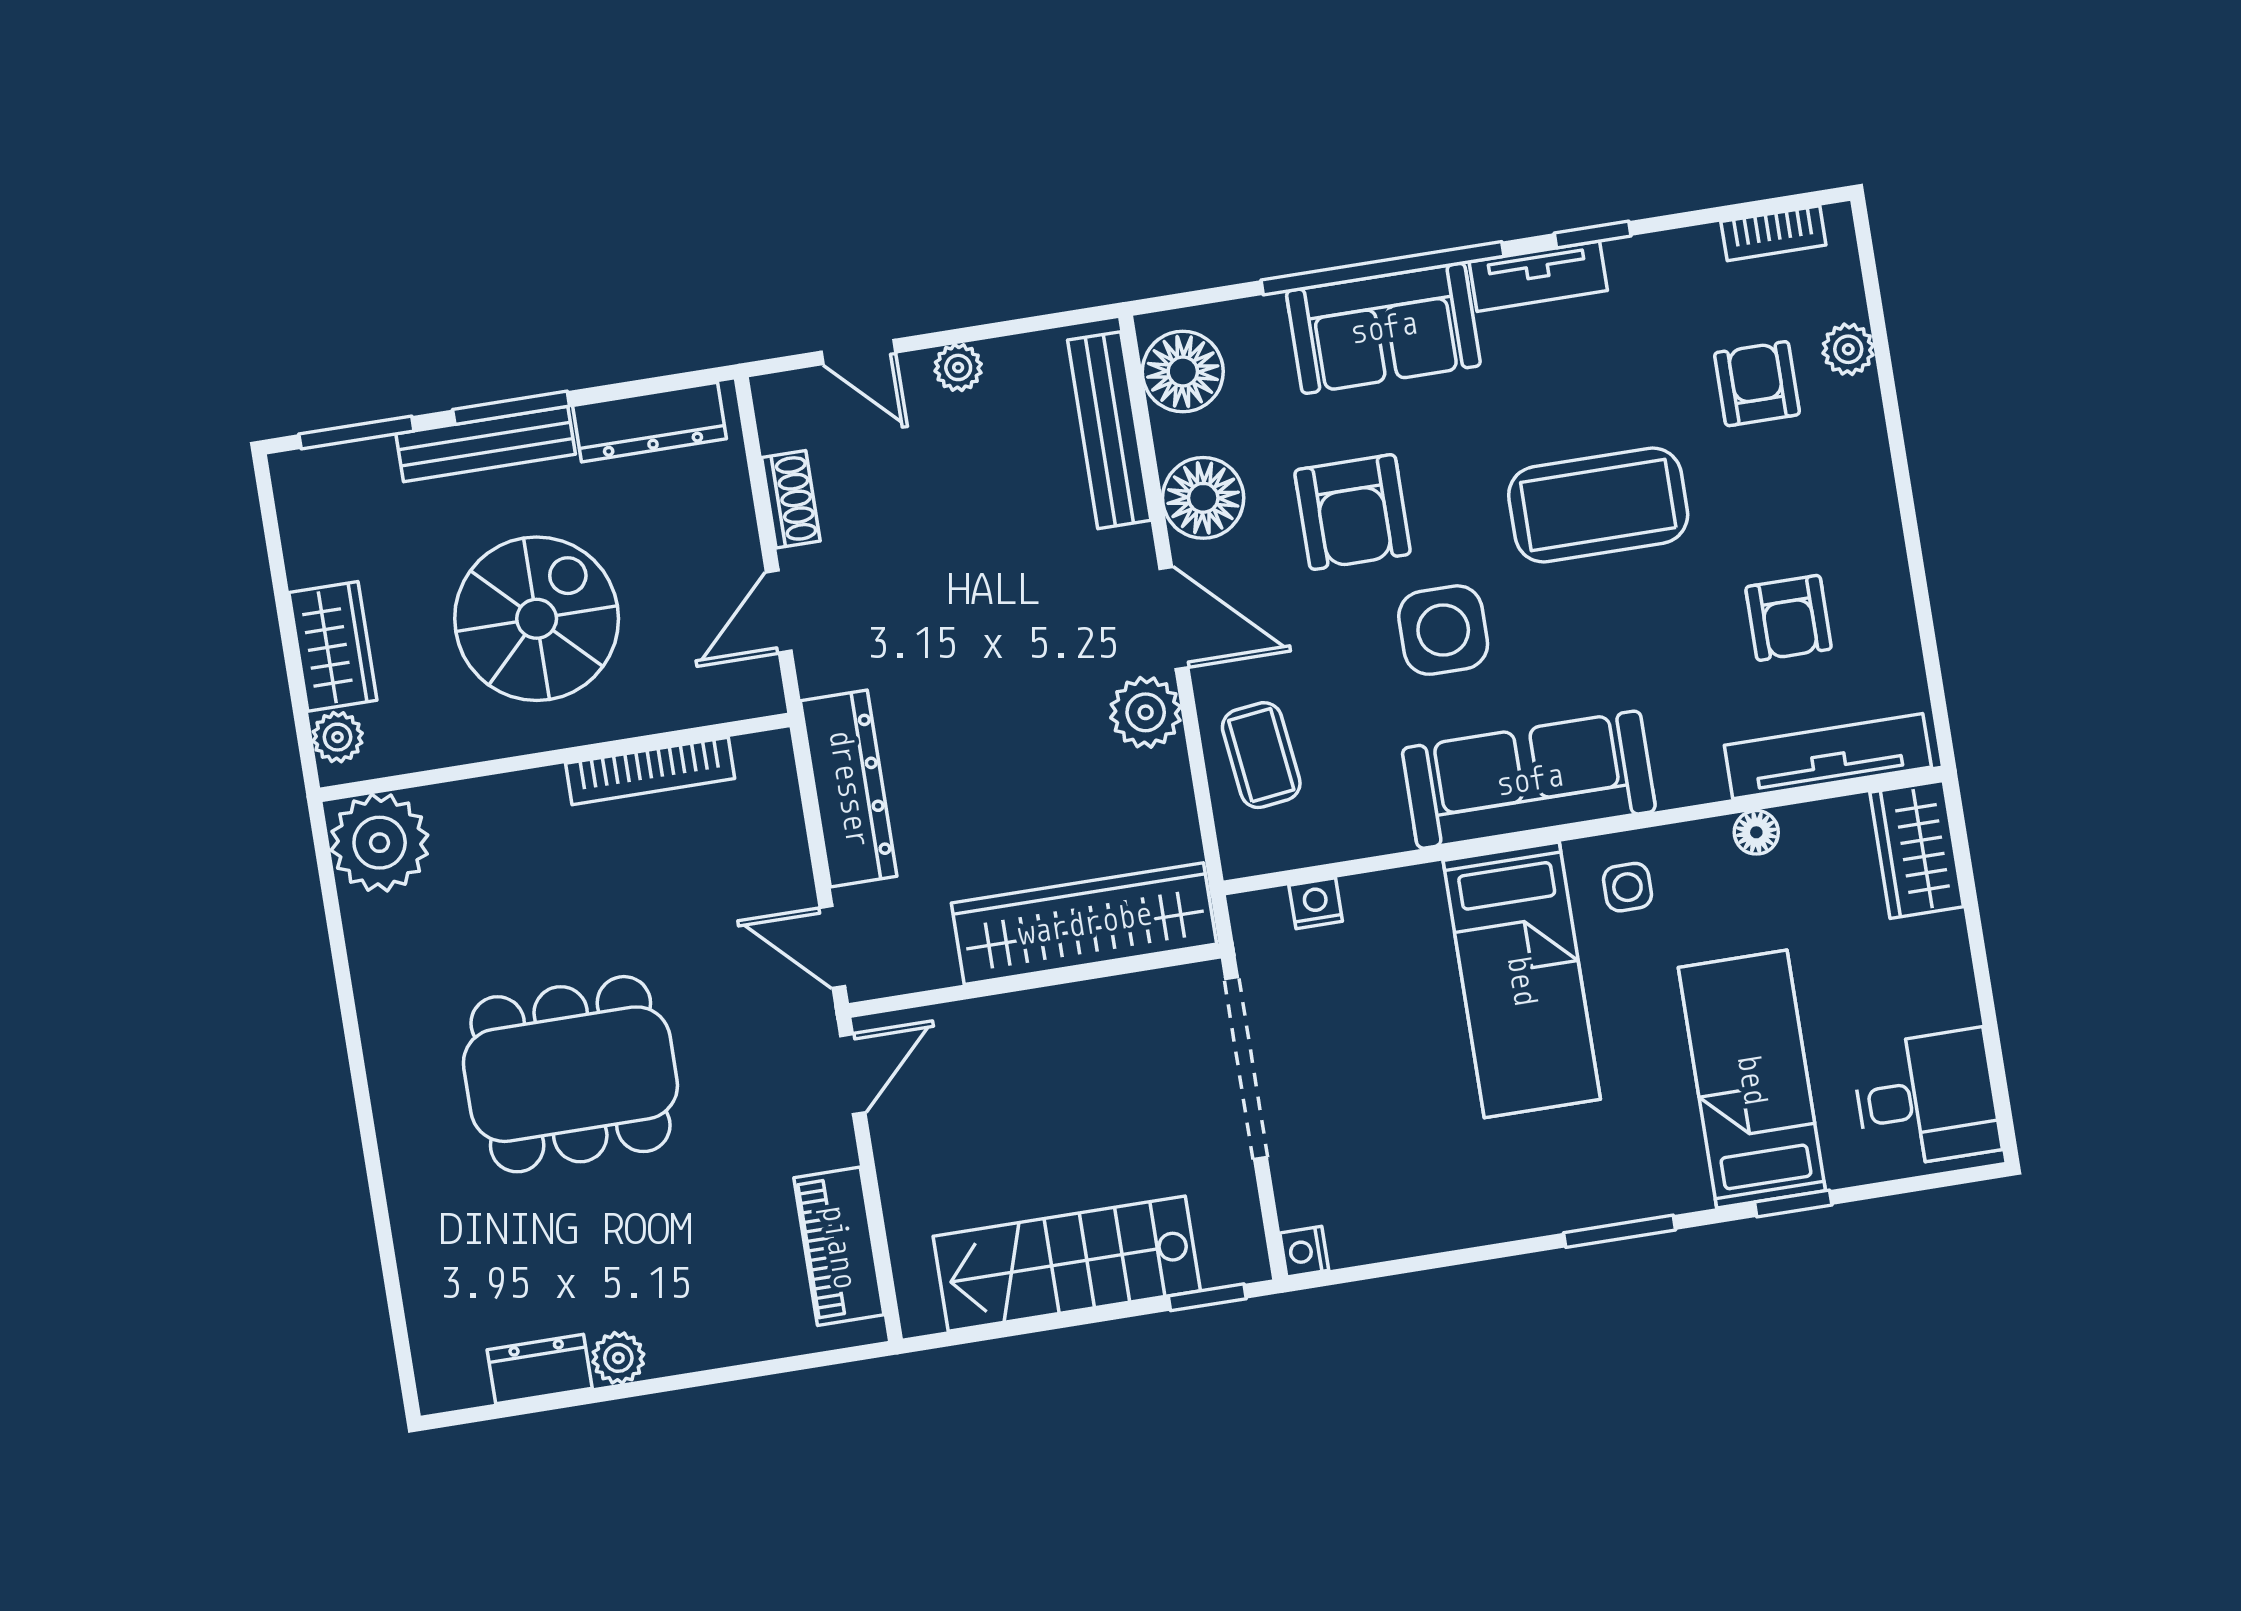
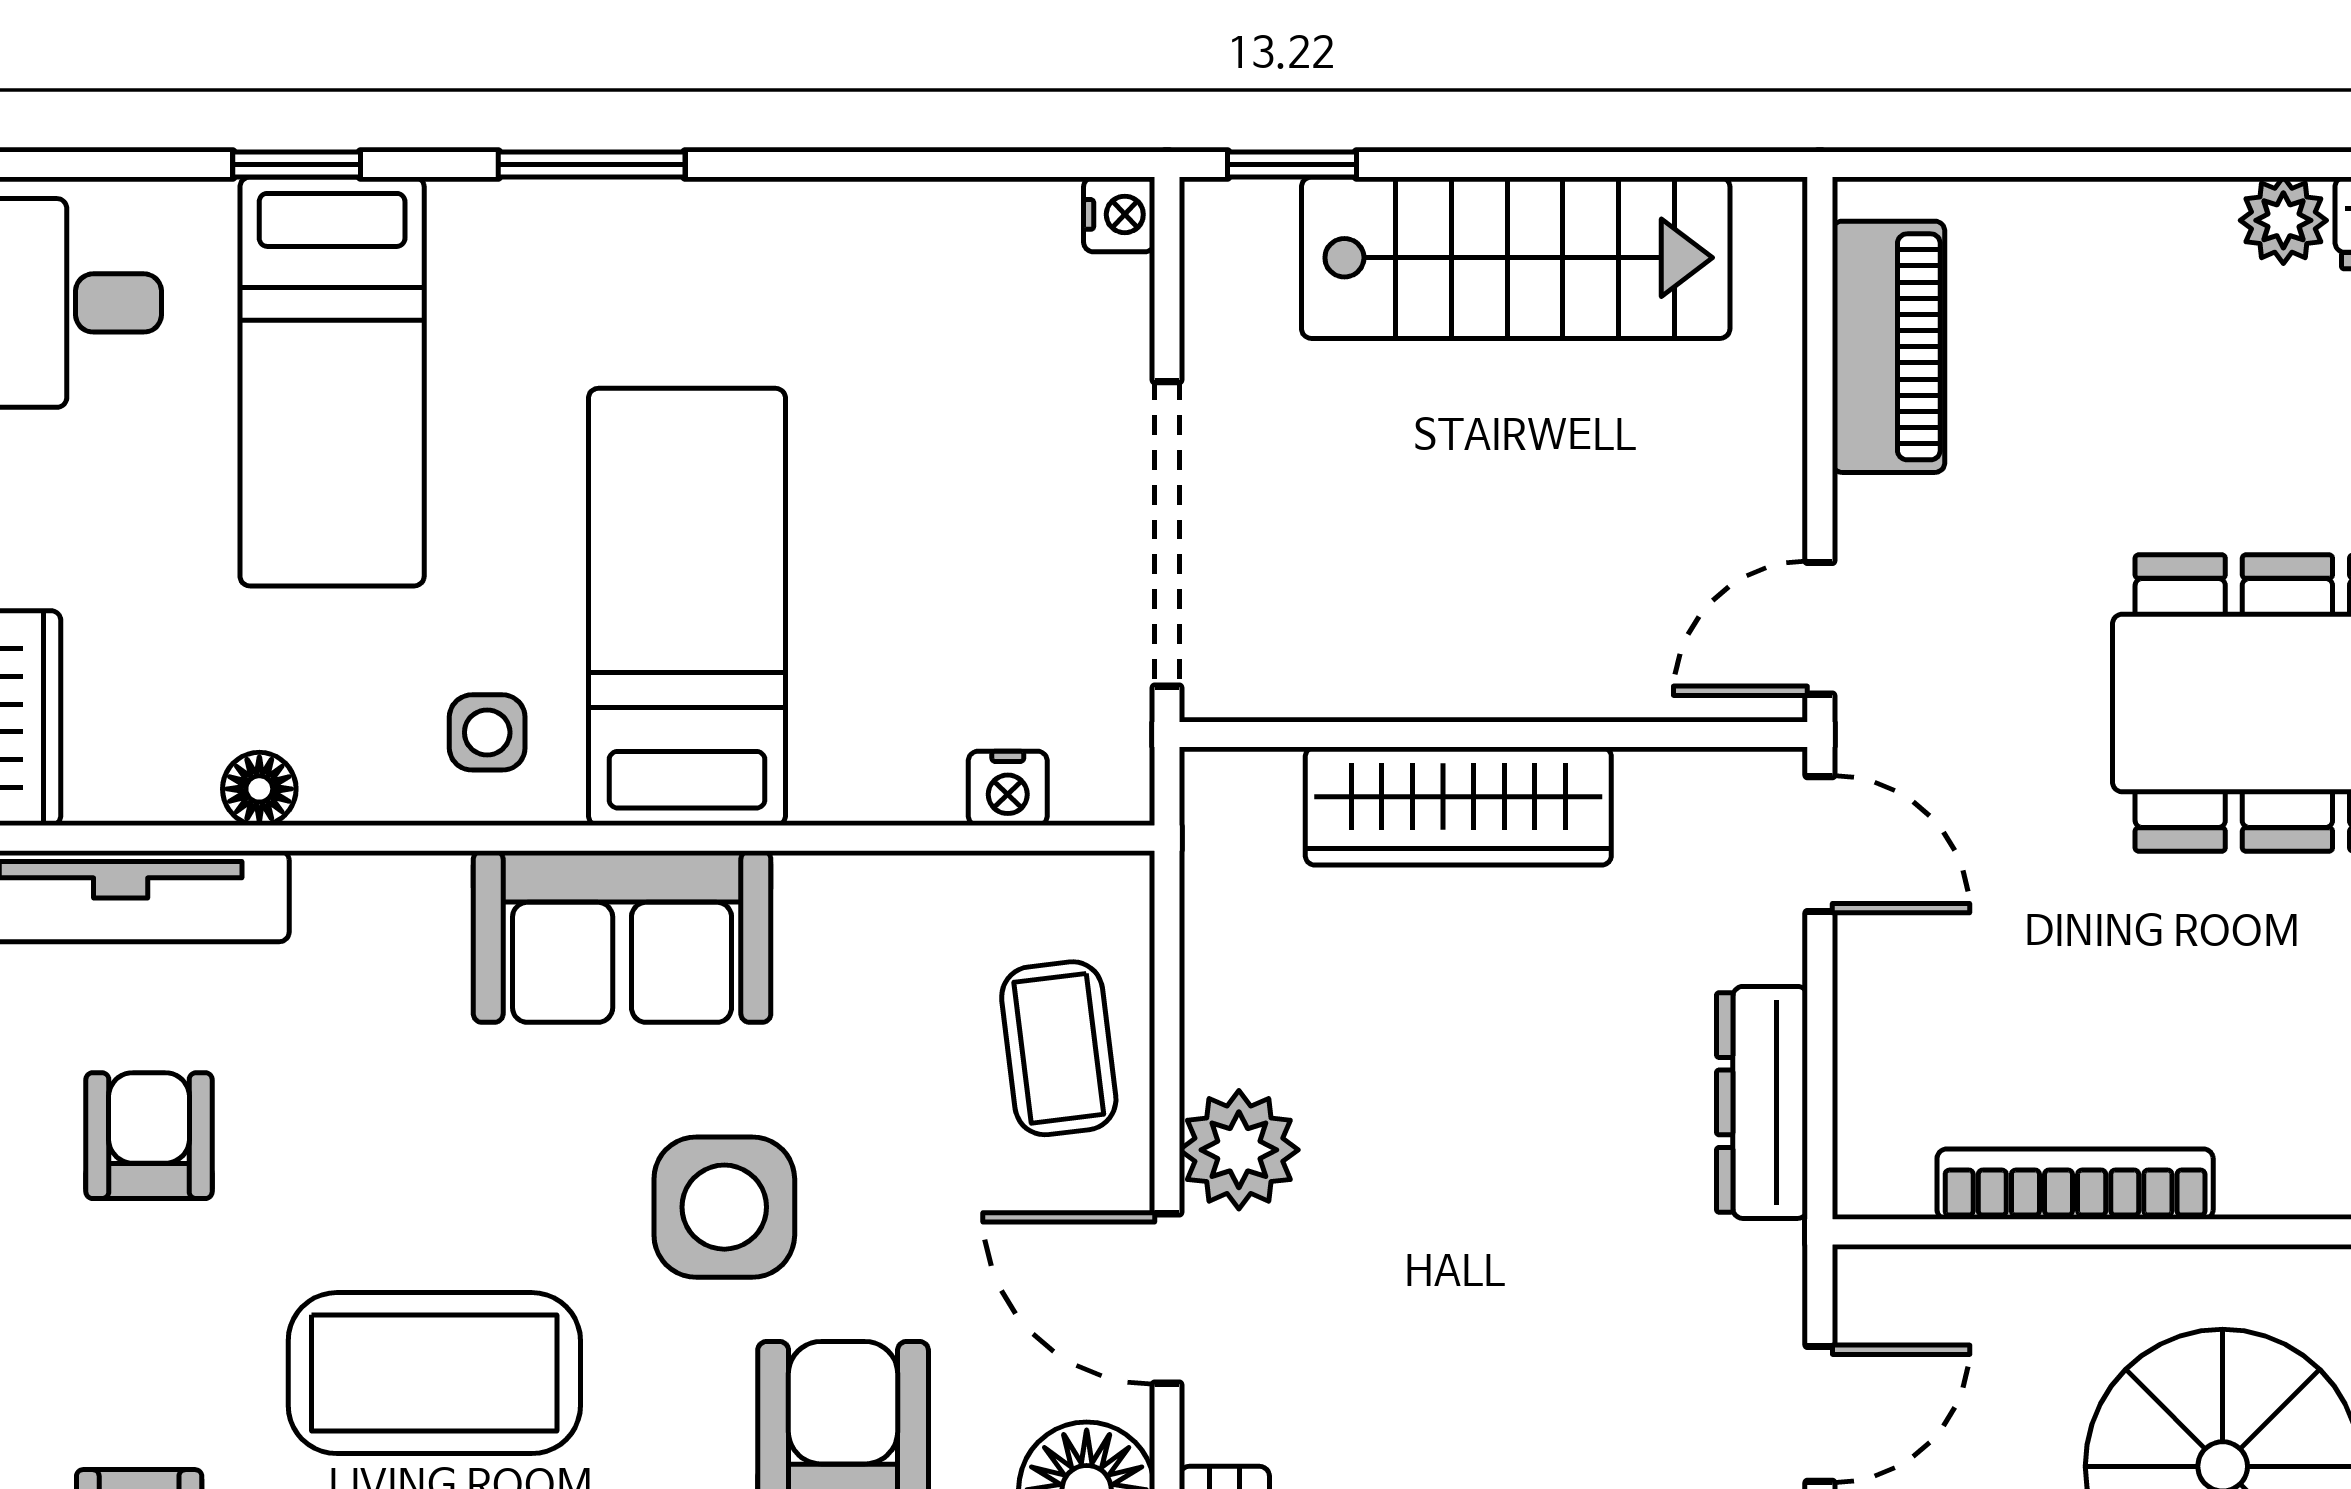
sofa: (1529, 780) -> (622, 937), width x0.73
dresser: (849, 788) -> (1762, 1102), width x0.73, depth x0.80
wardrobe: (1084, 924) -> (1458, 806), width x0.71, depth x0.85

